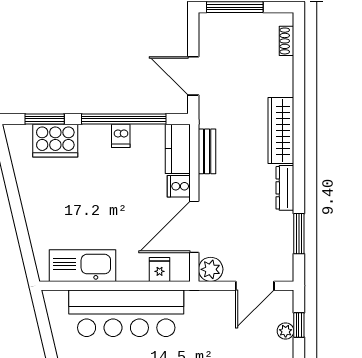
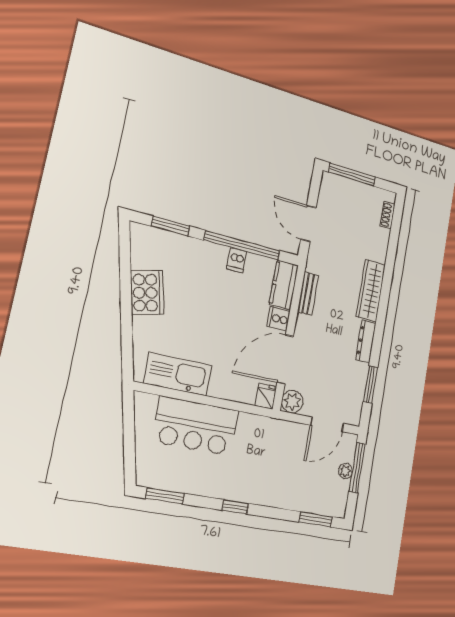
cooker: (55, 141) -> (147, 293), moved, turned -103
fridge: (160, 269) -> (266, 396), moved
bar counter: (126, 313) -> (196, 426), width x0.73
window: (299, 325) -> (357, 467), width x2.17

